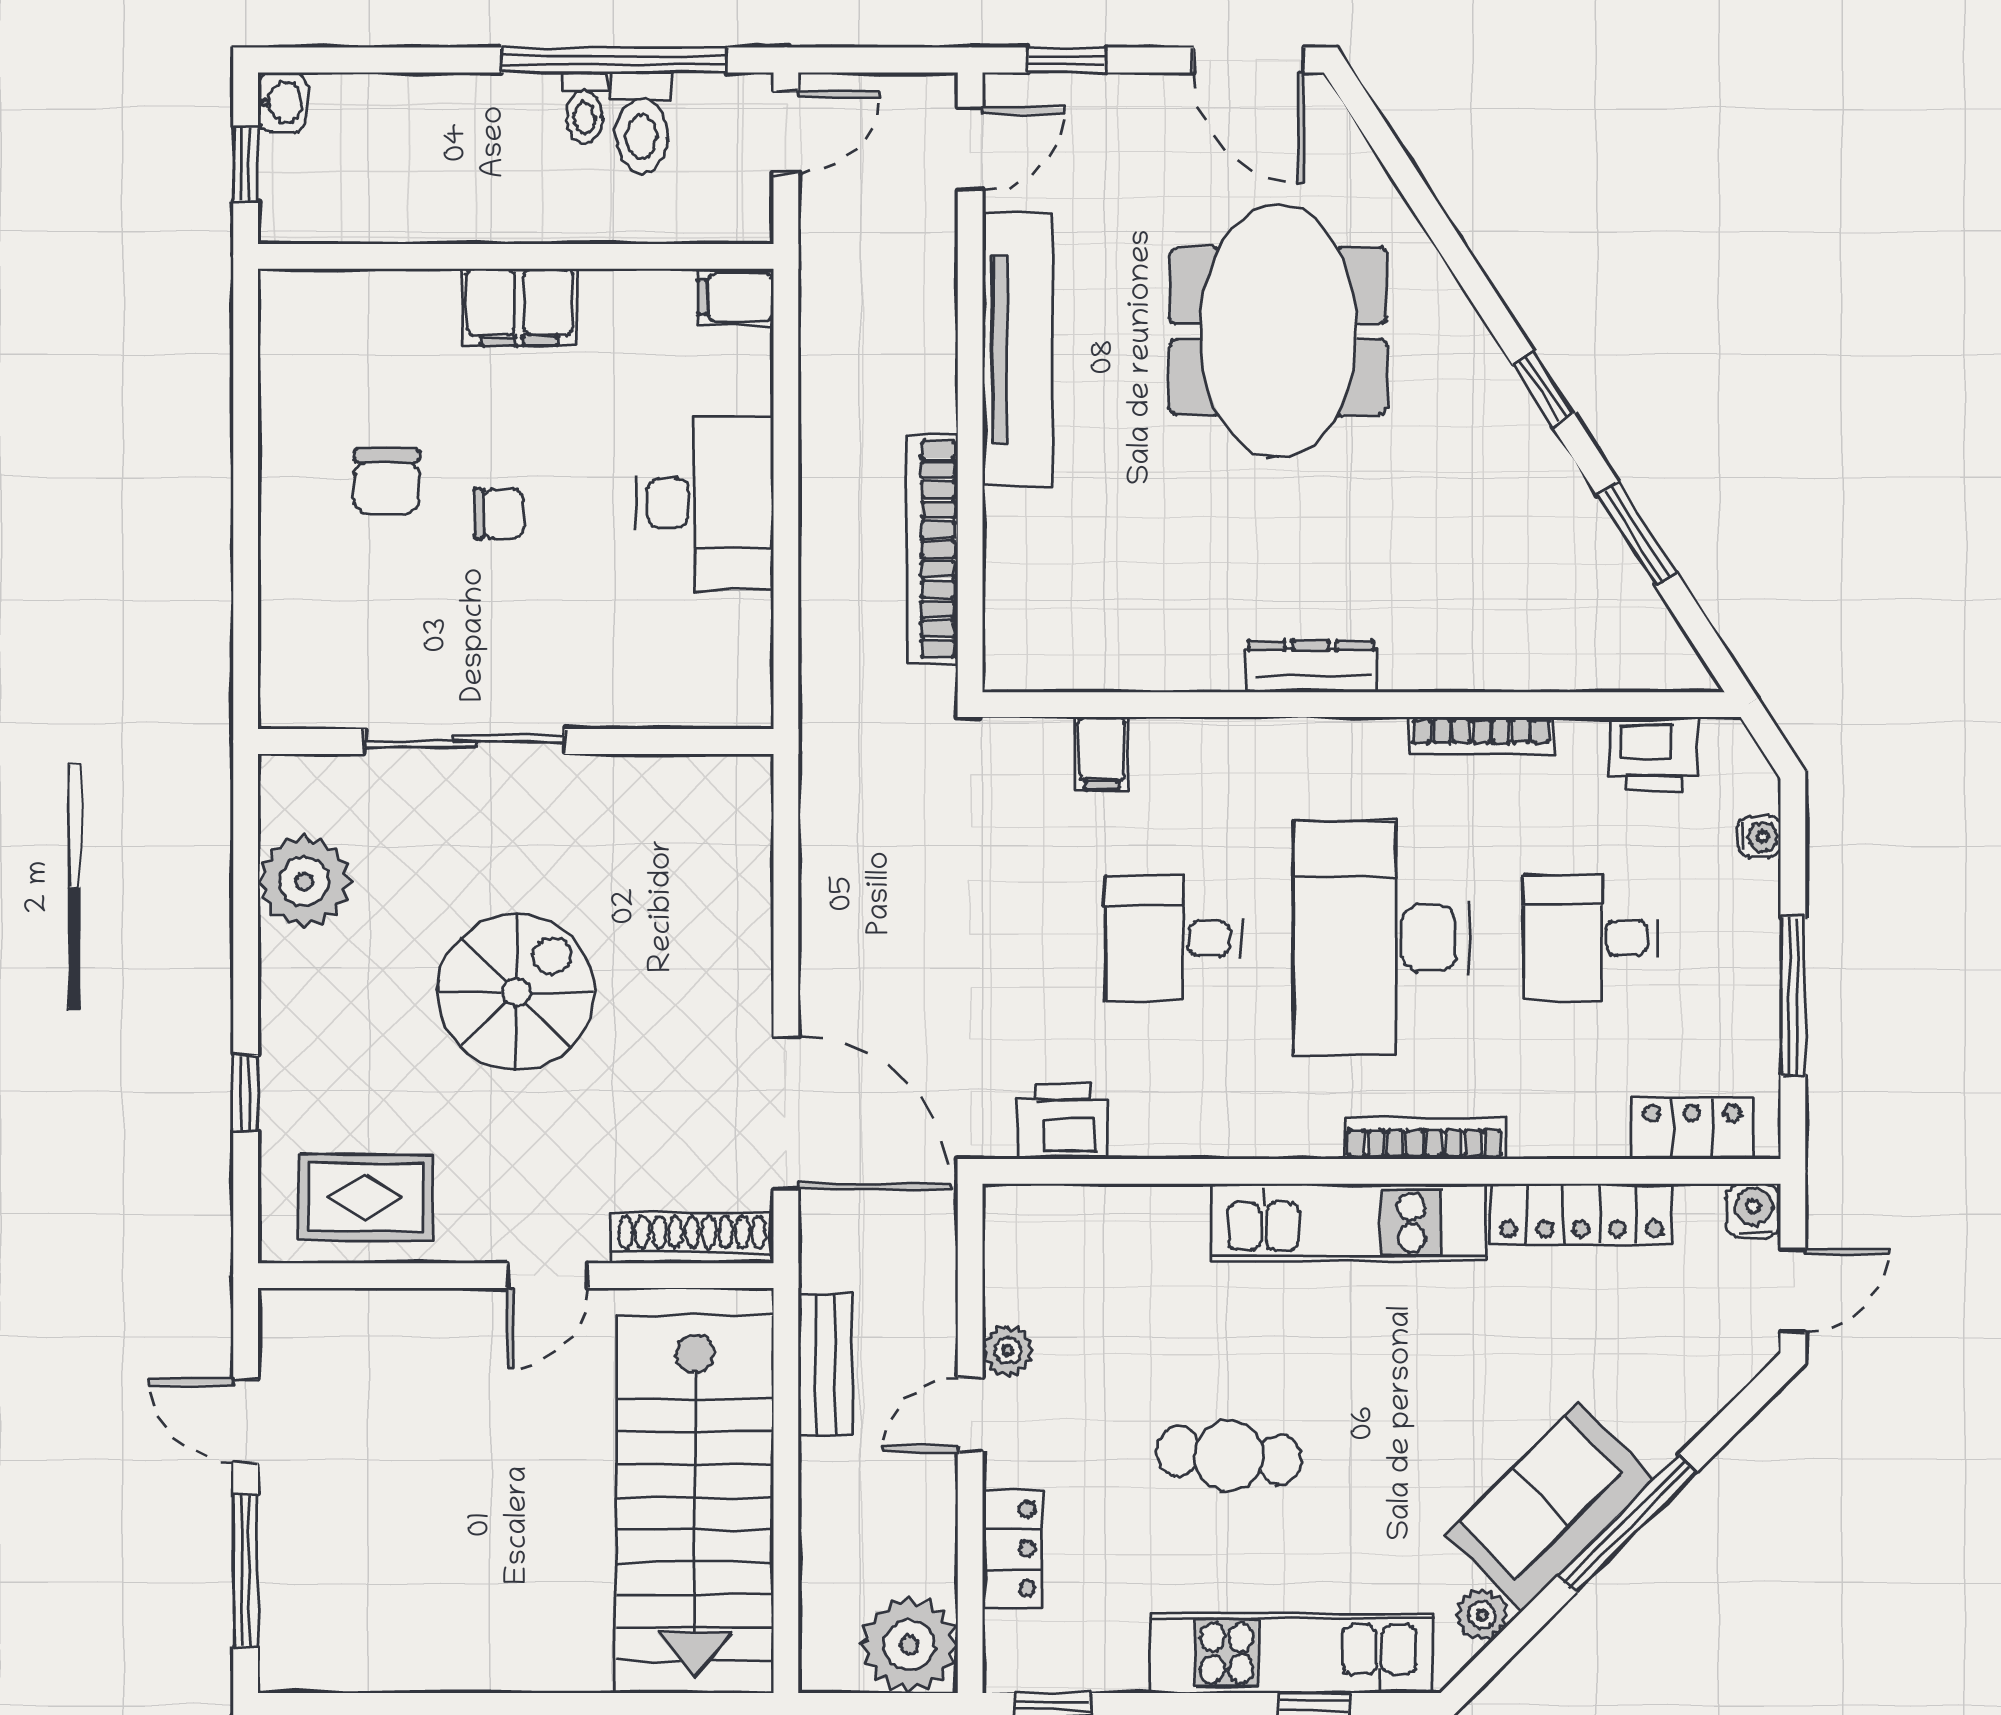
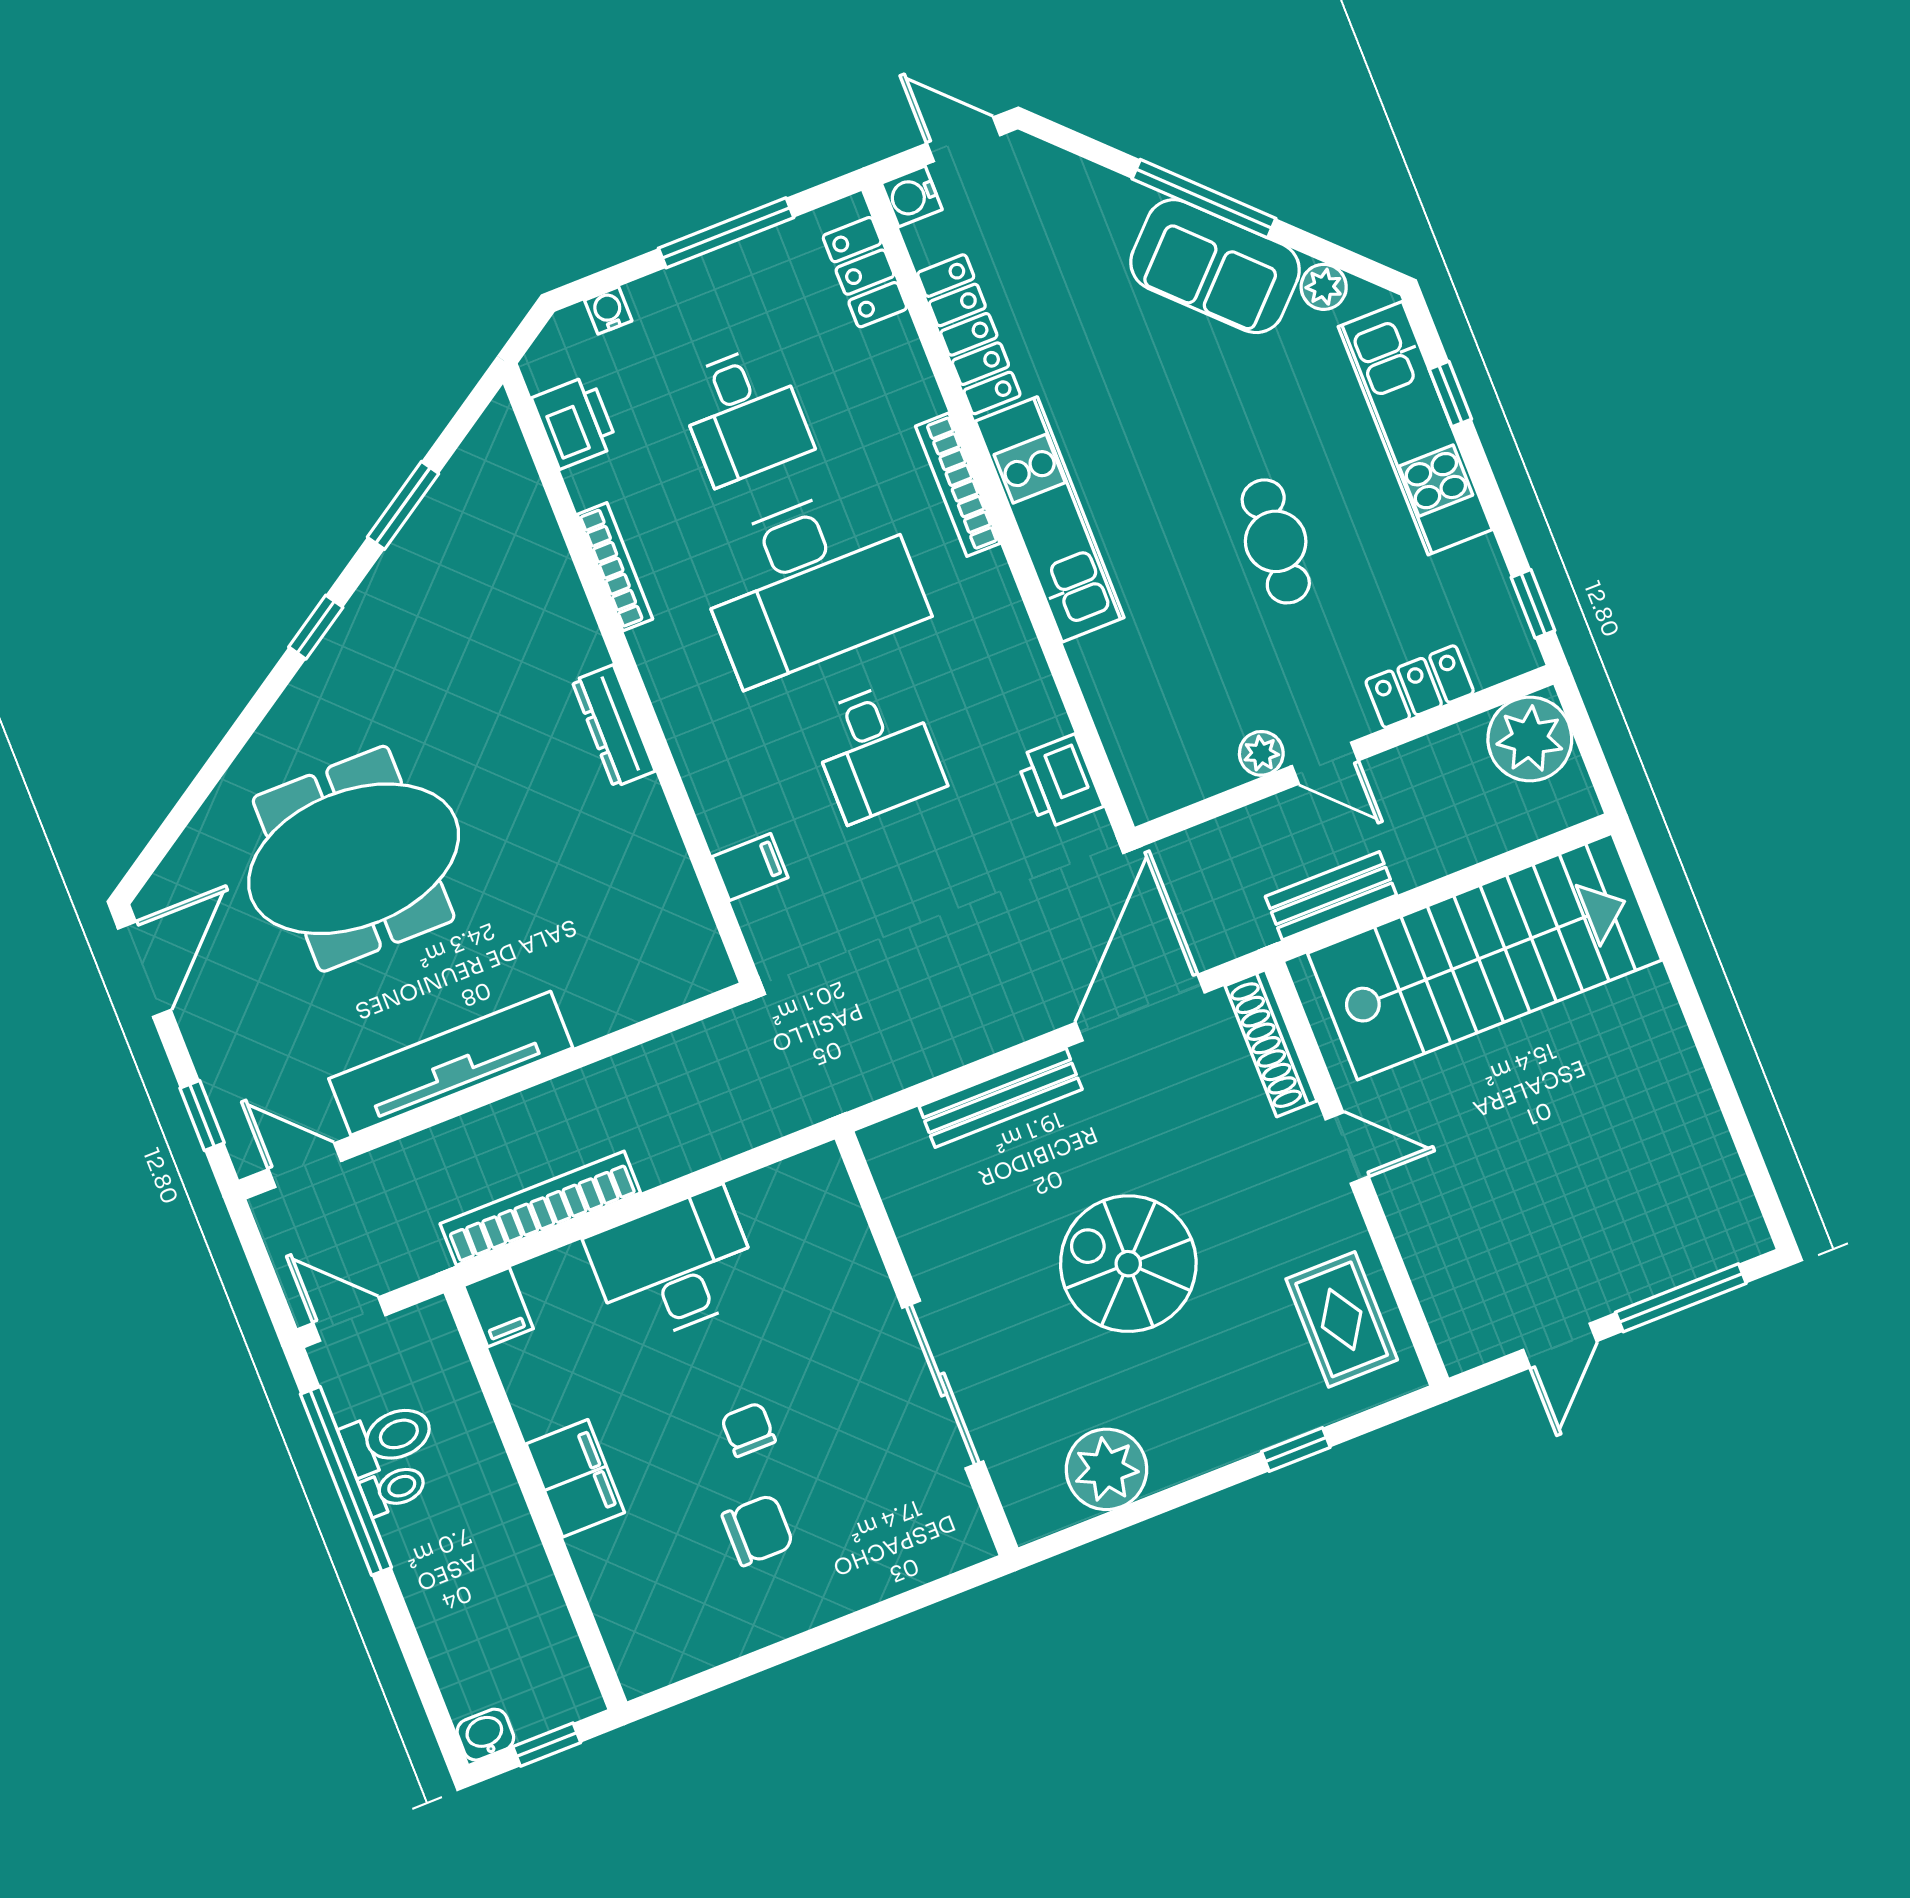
bookcase: (932, 549) -> (540, 1208), moved, turned 180
bench: (748, 925) -> (1001, 1098), added

